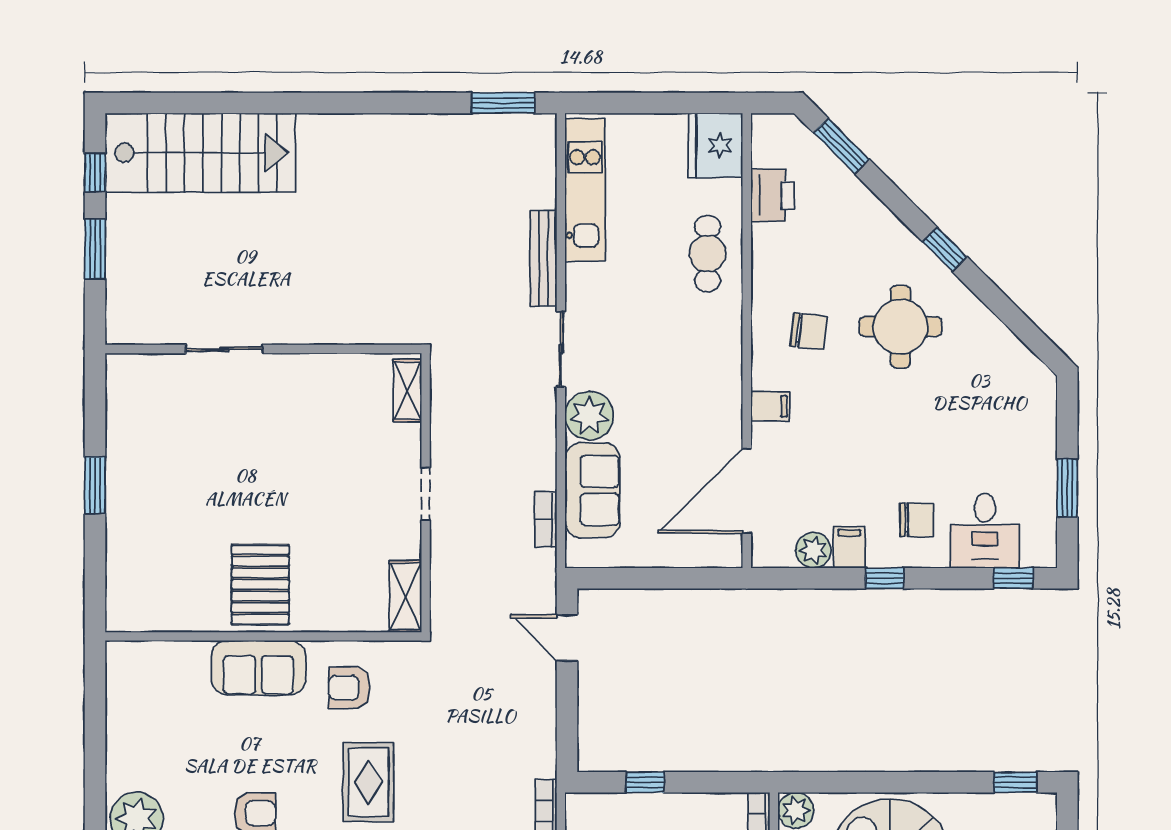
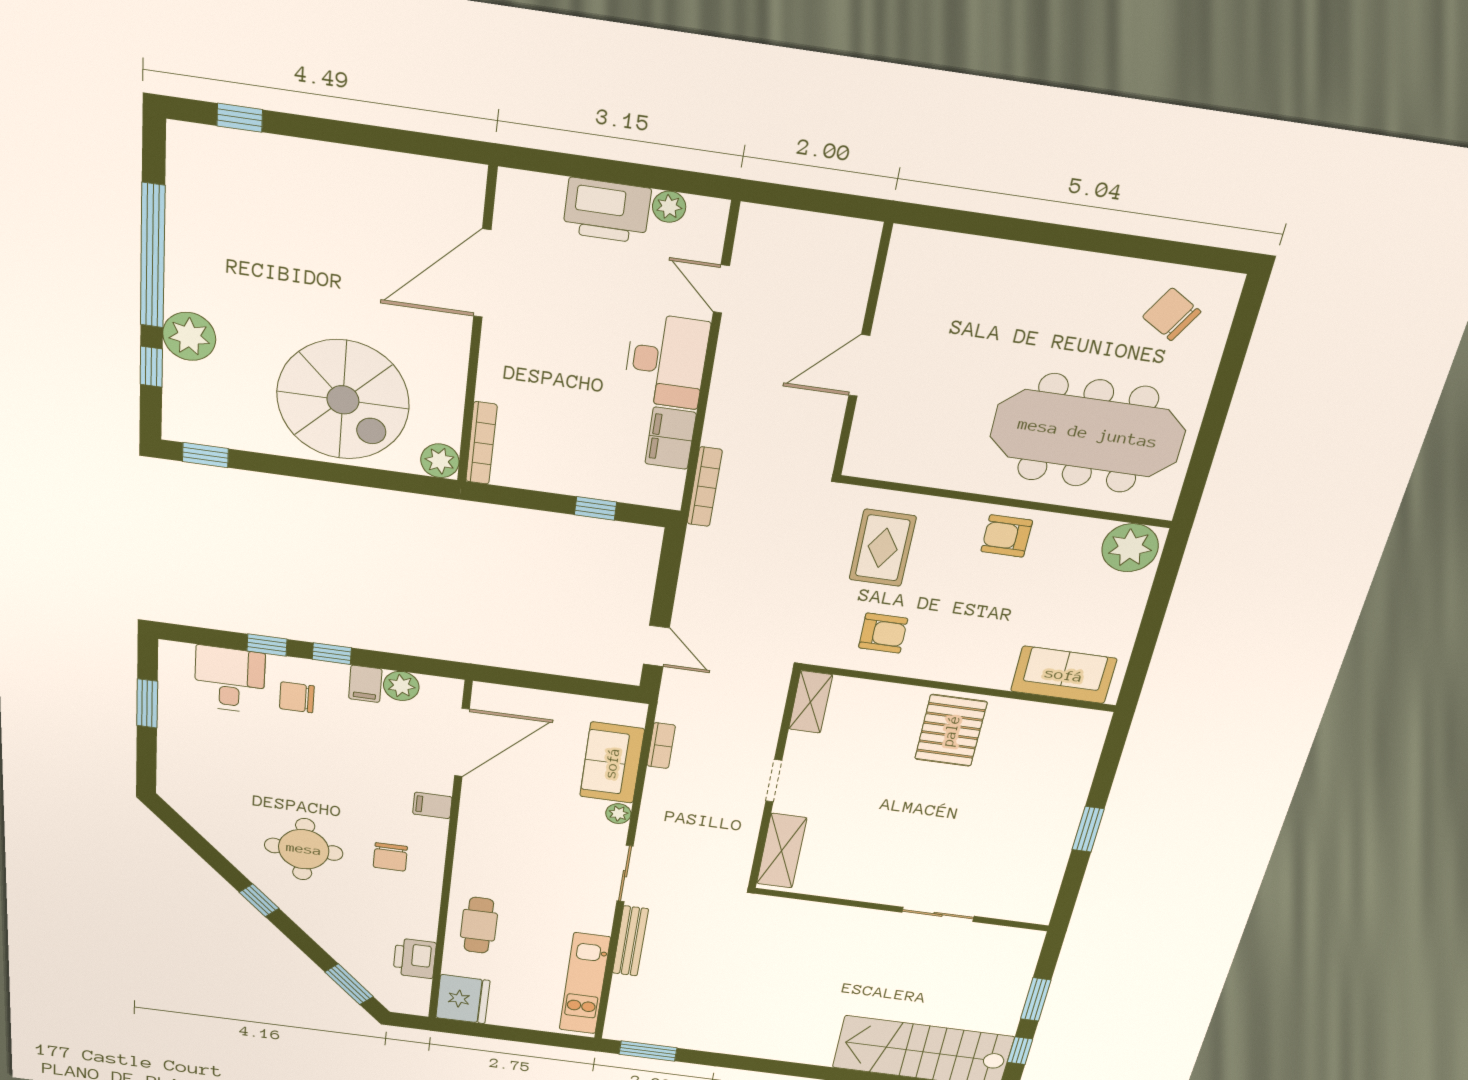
chair: (809, 331) -> (390, 857), turned -97
shelving: (407, 390) -> (782, 851), width x1.50, depth x1.33
plant: (589, 416) -> (618, 814), width x0.53, depth x0.53
window: (1013, 578) -> (267, 645), moved
sofa: (258, 668) -> (1064, 675), moved

